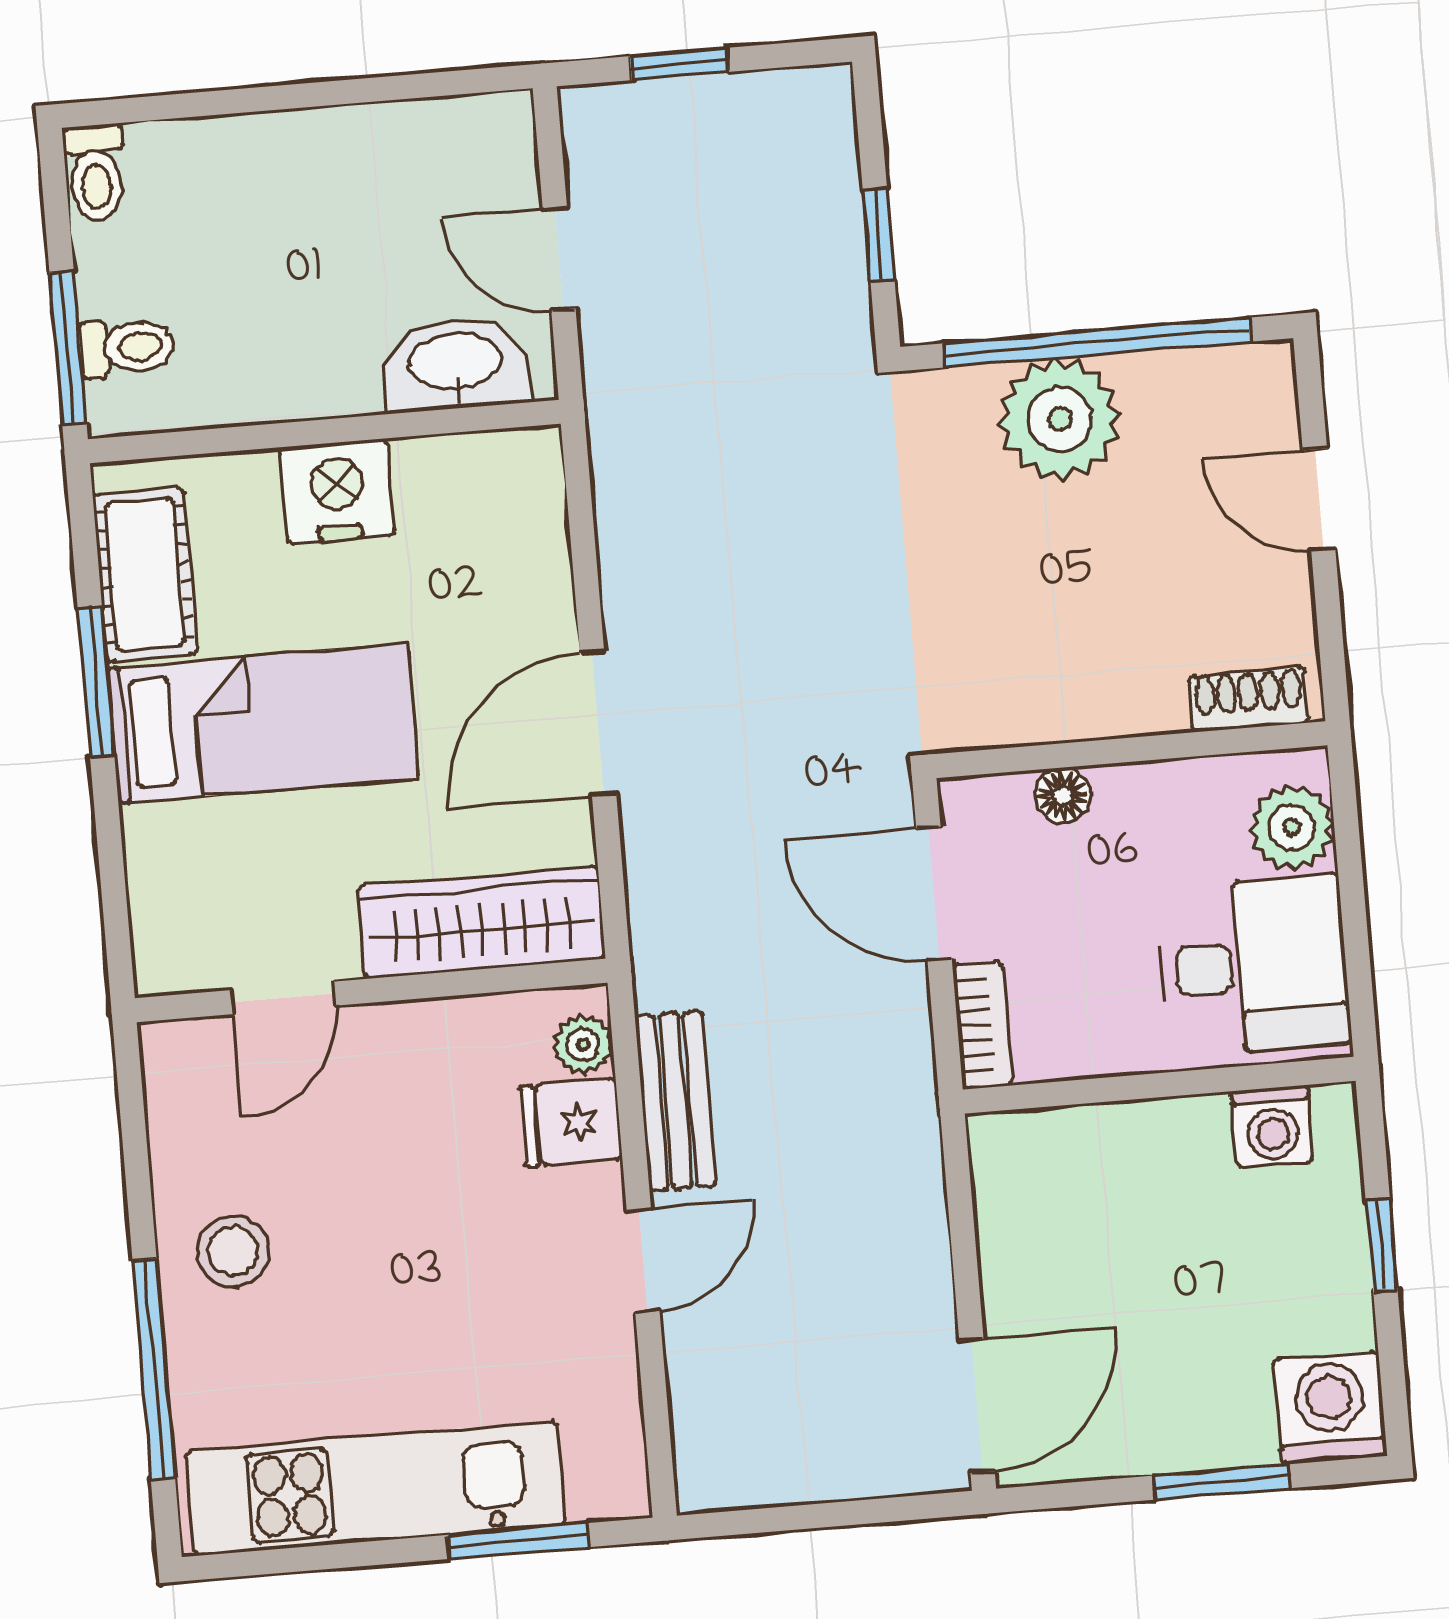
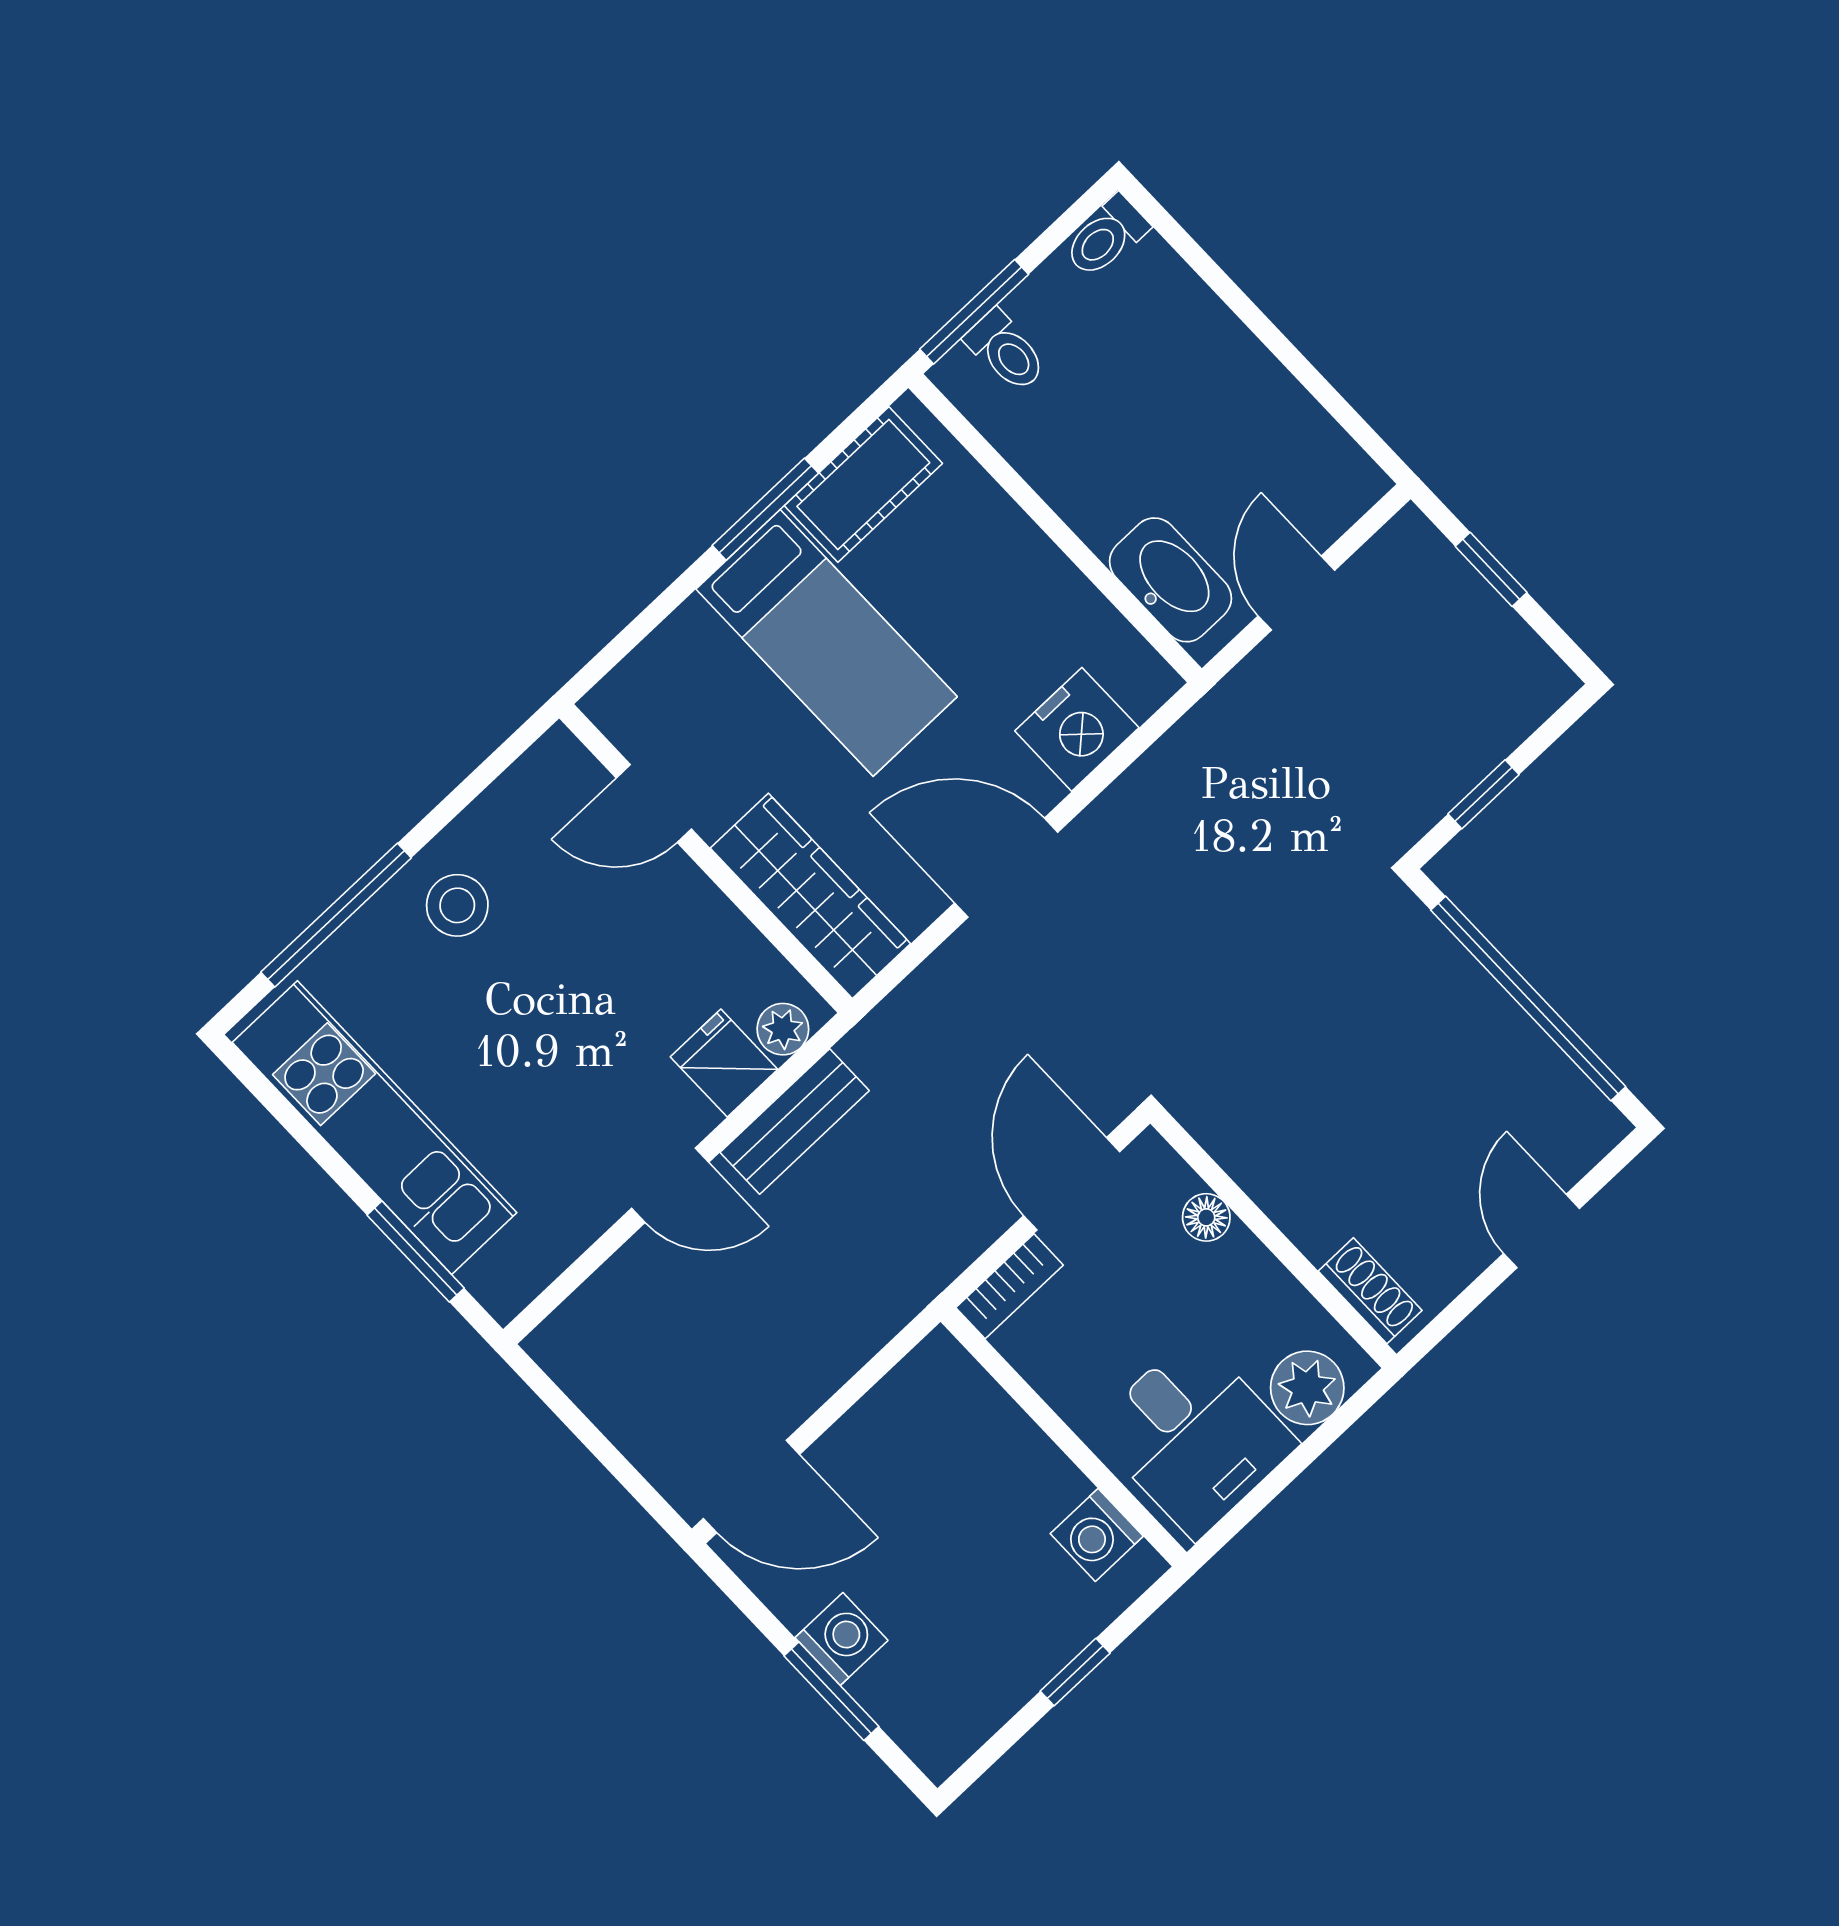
plant: (1060, 419) -> (1457, 1014), removed
nightstand: (337, 491) -> (1077, 729), moved, turned 90
washing machine: (1330, 1408) -> (842, 1639), moved, width x0.73, depth x0.73

